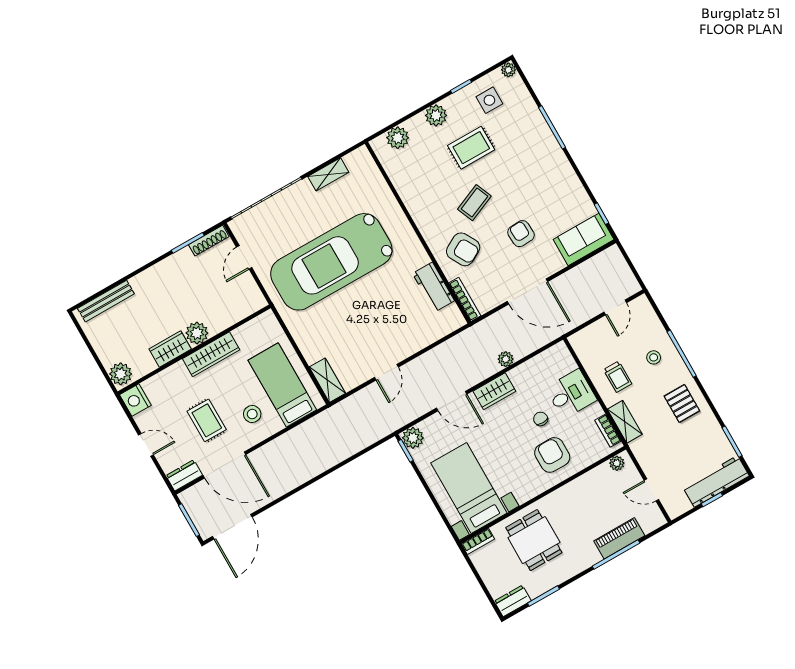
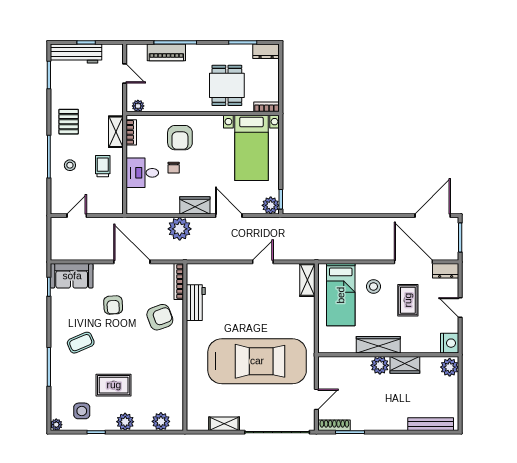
coffee table: (474, 203) -> (81, 343), moved
armchair: (463, 249) -> (160, 317), turned 99
plant: (506, 359) -> (180, 229), width x1.87, depth x1.87

